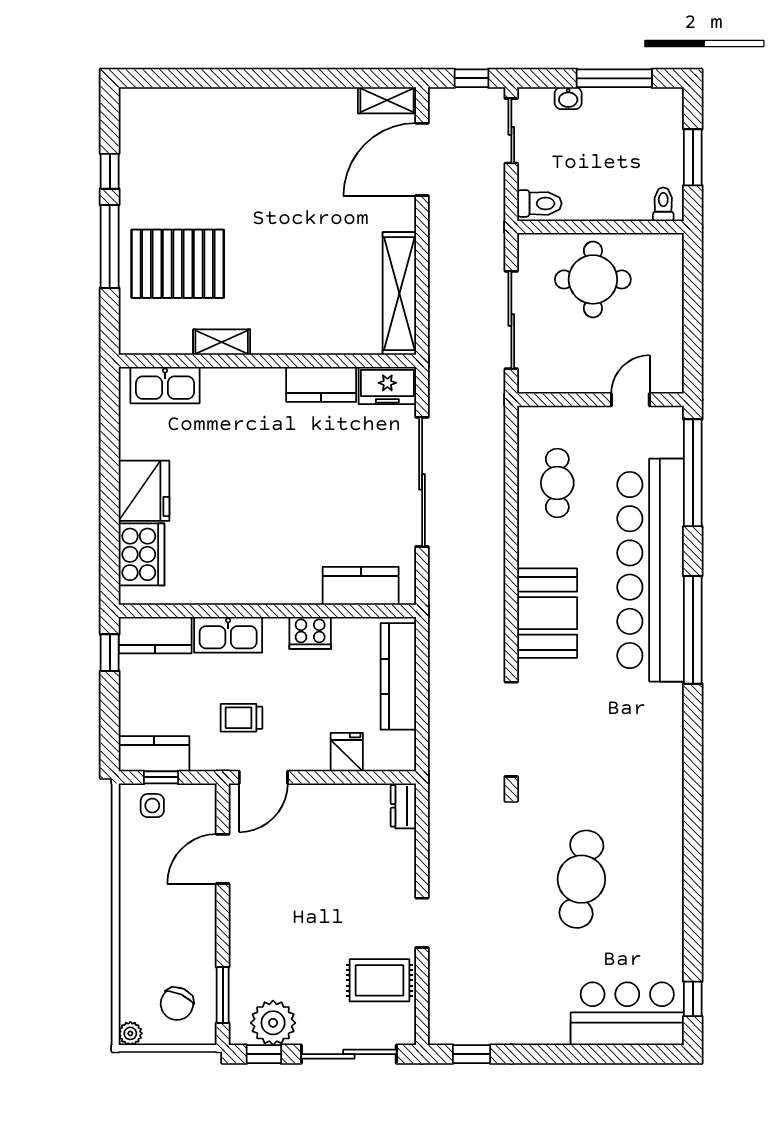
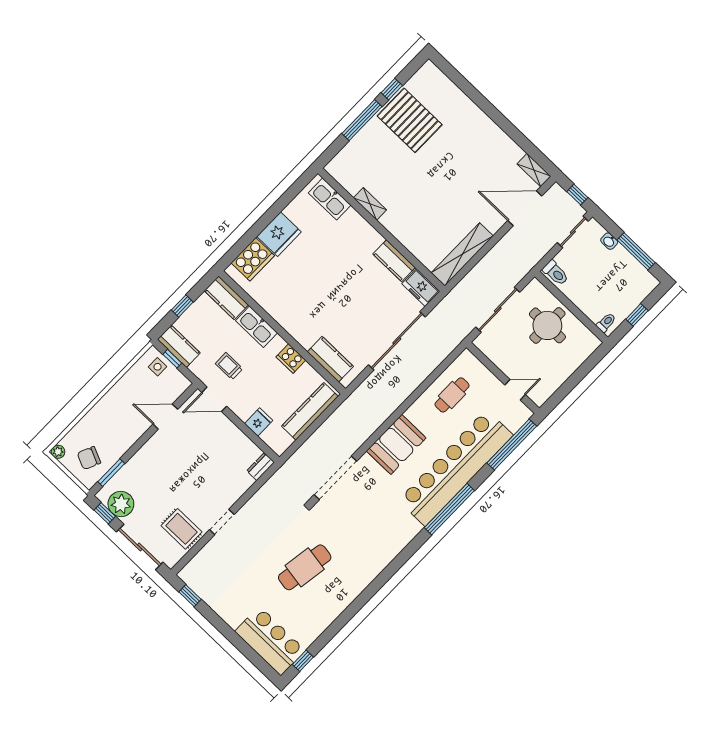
window: (693, 157) -> (637, 315), width x0.67
pallet: (178, 264) -> (410, 120), moved
window: (110, 653) -> (182, 306), moved

